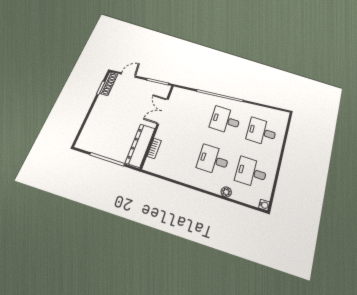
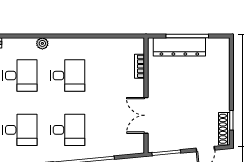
double door: (163, 111) -> (146, 115), swing flipped
dresser: (140, 145) -> (179, 47), moved, turned 90

